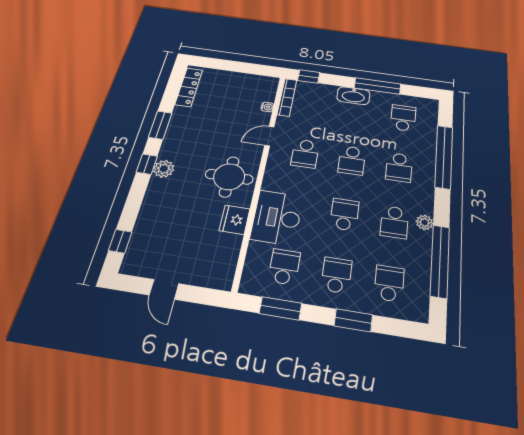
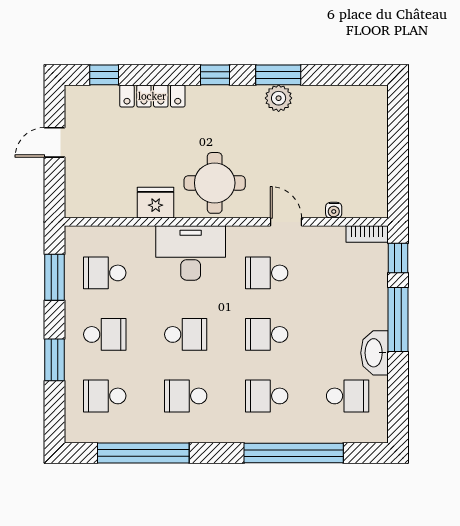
window: (377, 86) -> (398, 319), moved
locker: (189, 87) -> (152, 96), moved
washbasin: (353, 96) -> (374, 353), moved
bookcase: (287, 97) -> (367, 234), width x0.64
plant: (164, 169) -> (279, 98), moved
desk: (277, 218) -> (191, 253), moved
plant: (425, 222) -> (192, 433), removed
school desk: (284, 267) -> (105, 273), turned 180
school desk: (389, 283) -> (105, 396), turned 180

